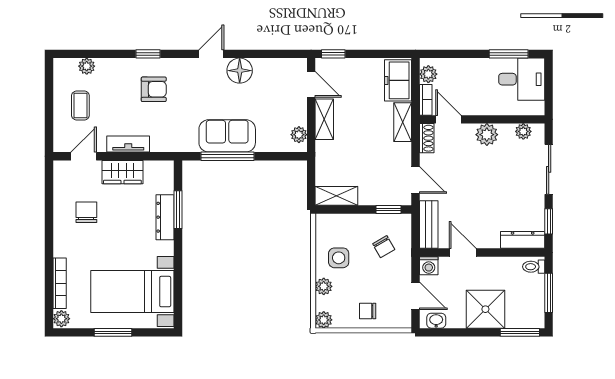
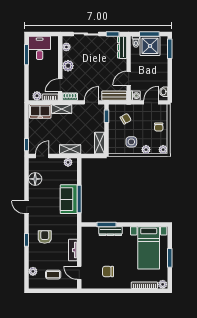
floor lamp: (240, 71) -> (35, 179), moved
shelving: (324, 119) -> (70, 149), moved
wardrobe: (122, 172) -> (87, 253), removed
shower: (485, 309) -> (150, 46), moved

